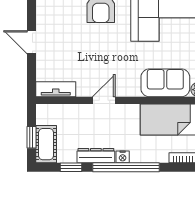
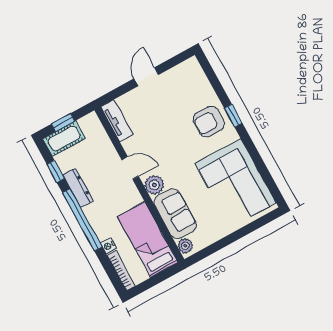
plant: (130, 87) -> (154, 185), added
nightstand: (123, 157) -> (108, 246), moved

